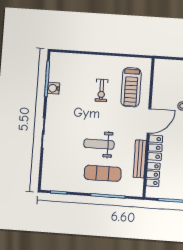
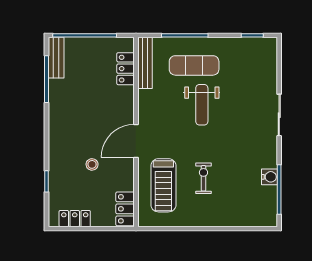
treadmill: (131, 87) -> (163, 185), turned 180
weight bench: (99, 144) -> (202, 105), turned 90
locker: (155, 148) -> (125, 209), moved
bench: (140, 159) -> (145, 63), moved

